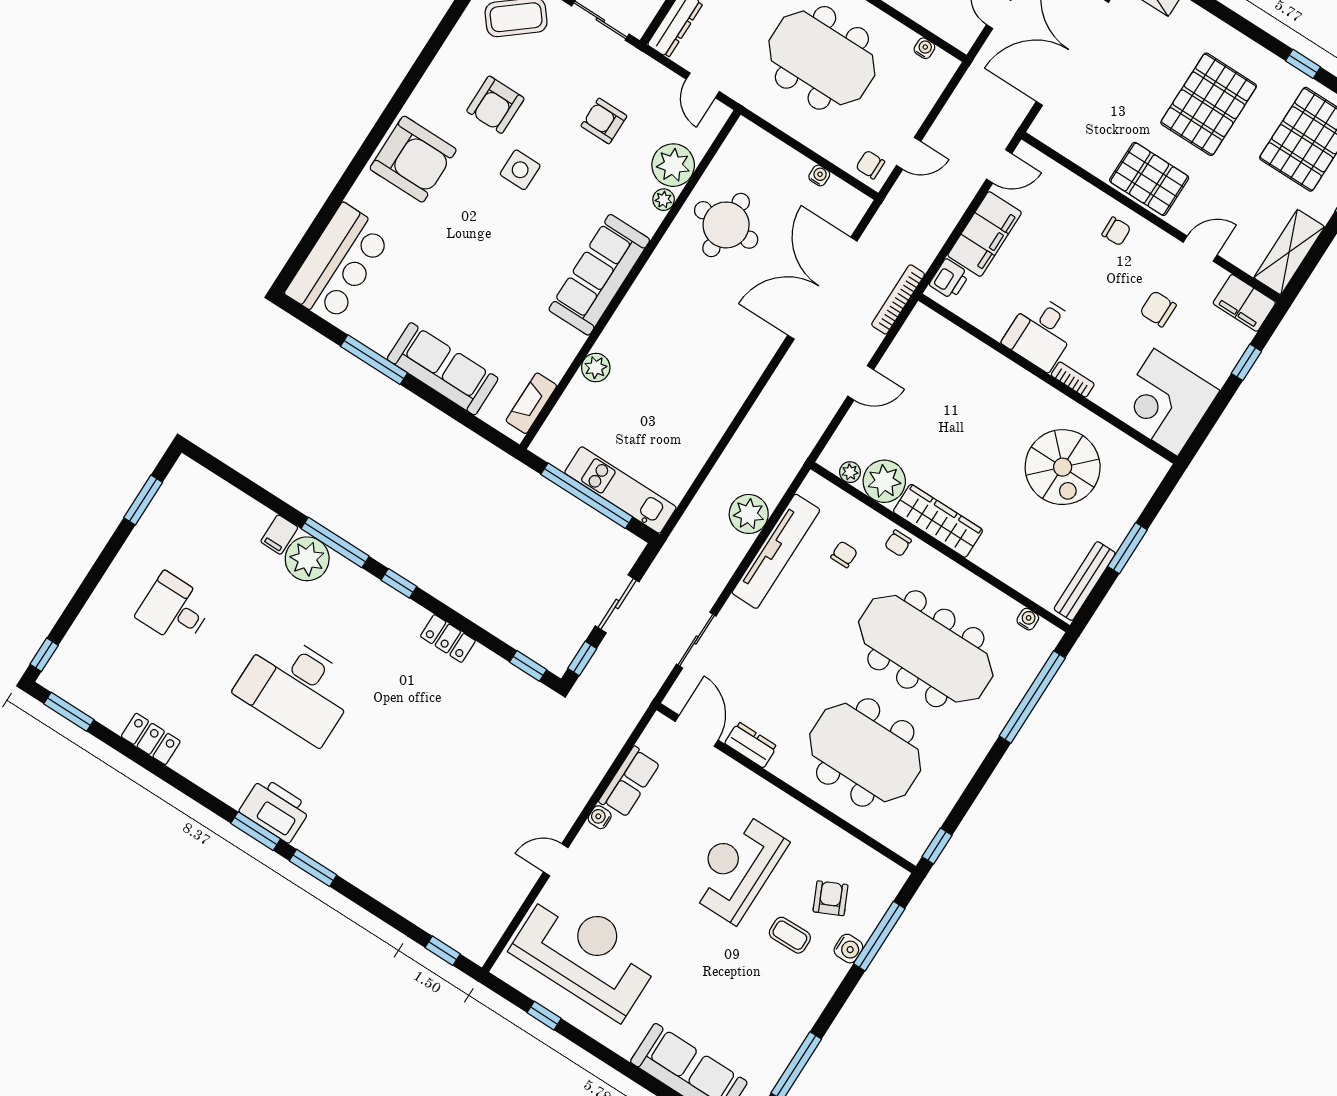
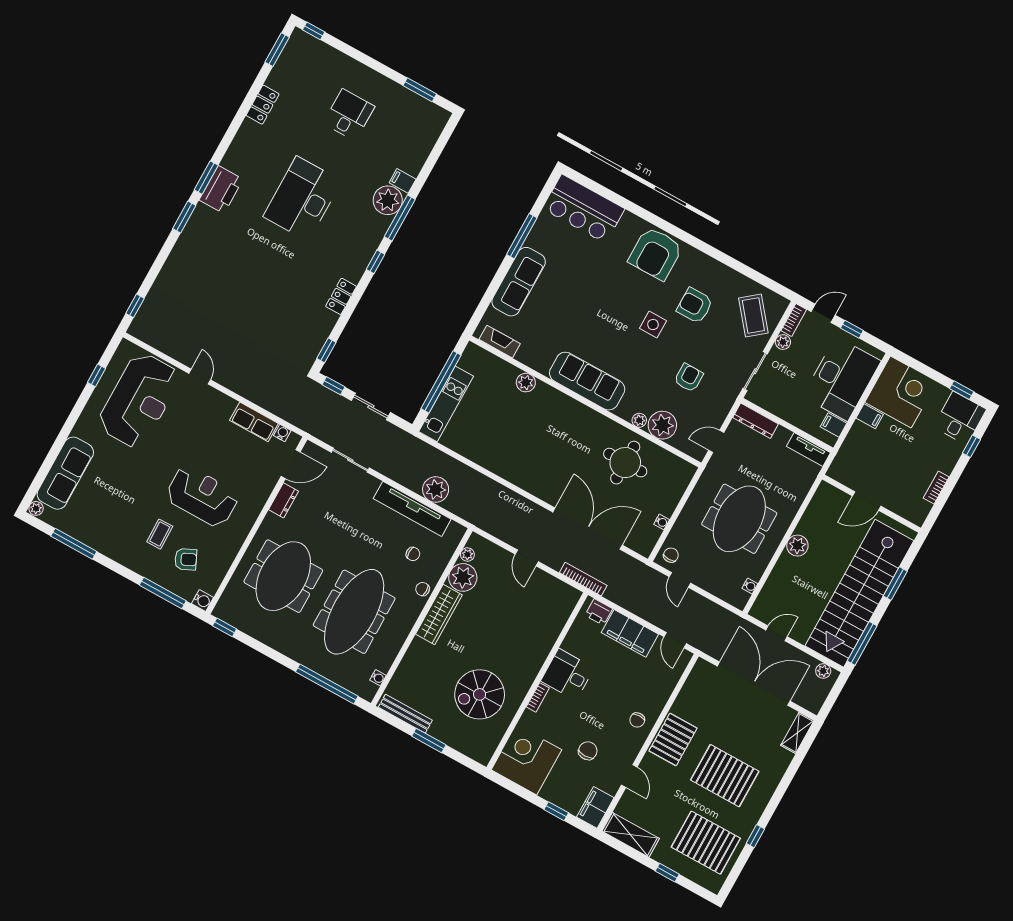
water cooler: (600, 817) -> (282, 433), moved
water cooler: (848, 949) -> (202, 600), moved, turned -90

